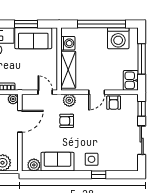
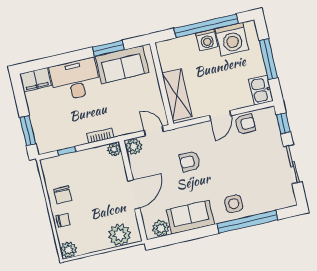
washing machine: (68, 43) -> (207, 40), moved, turned 90
plant: (69, 100) -> (134, 146), moved
armchair: (114, 103) -> (245, 124), turned -90
door: (20, 121) -> (134, 194), moved
window: (99, 175) -> (247, 222), width x3.17

